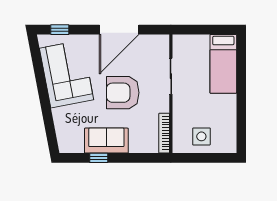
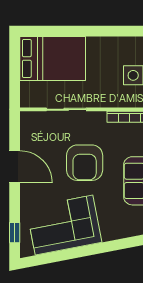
door: (119, 30) -> (15, 167), width x0.73
bed: (223, 64) -> (53, 58), width x1.50

